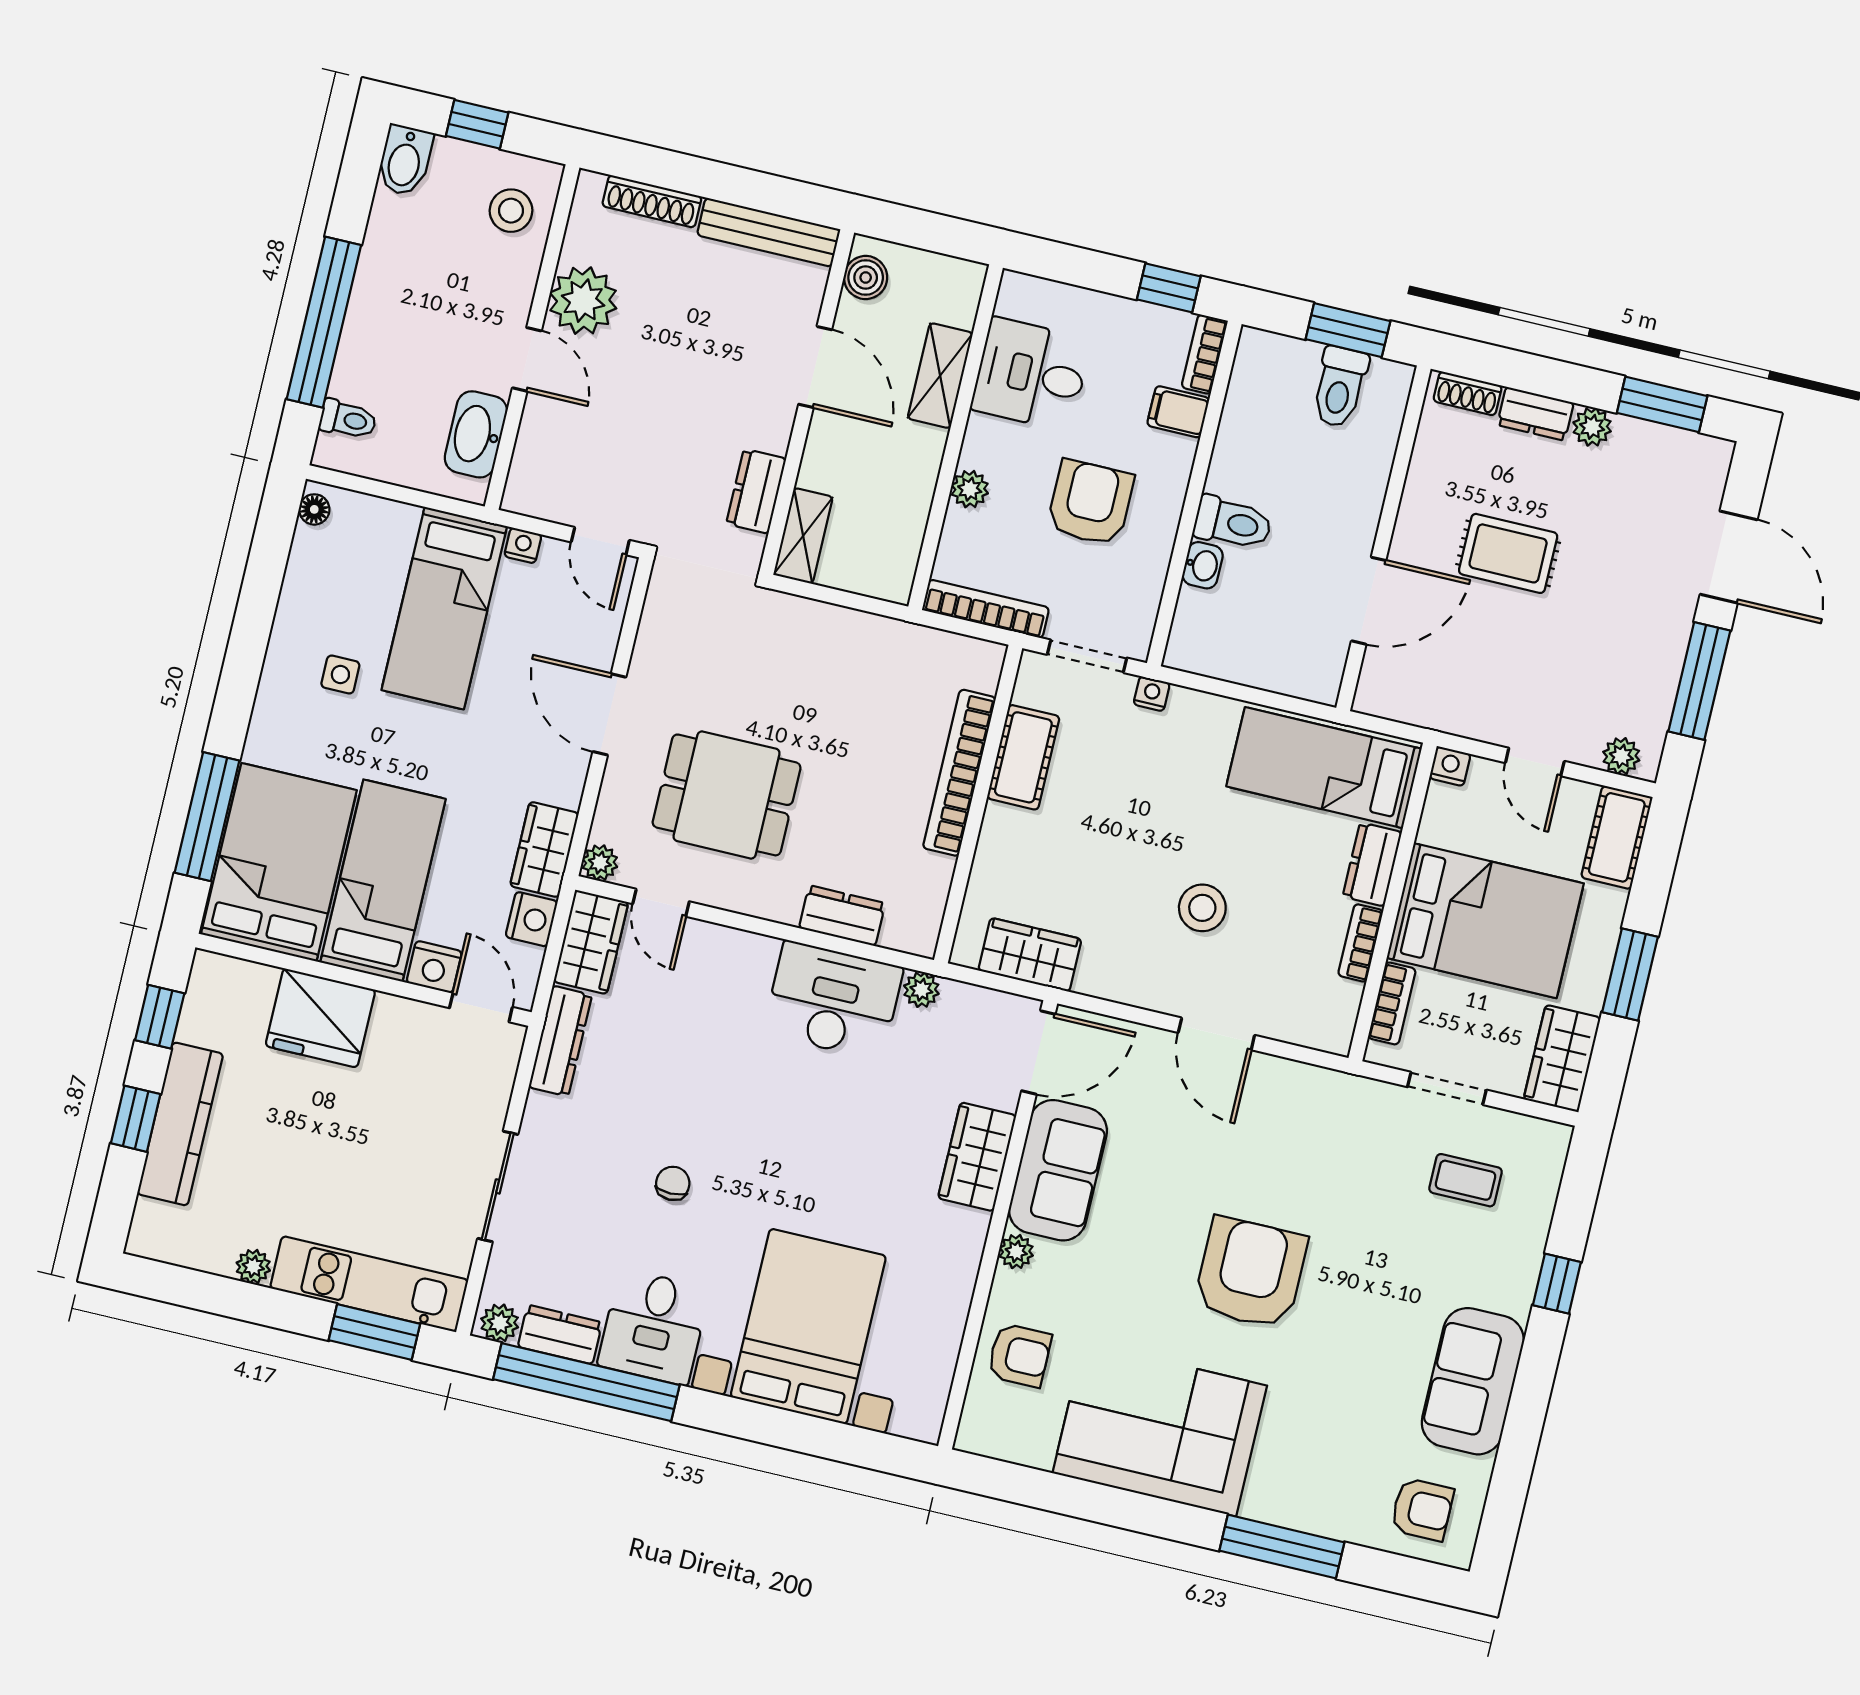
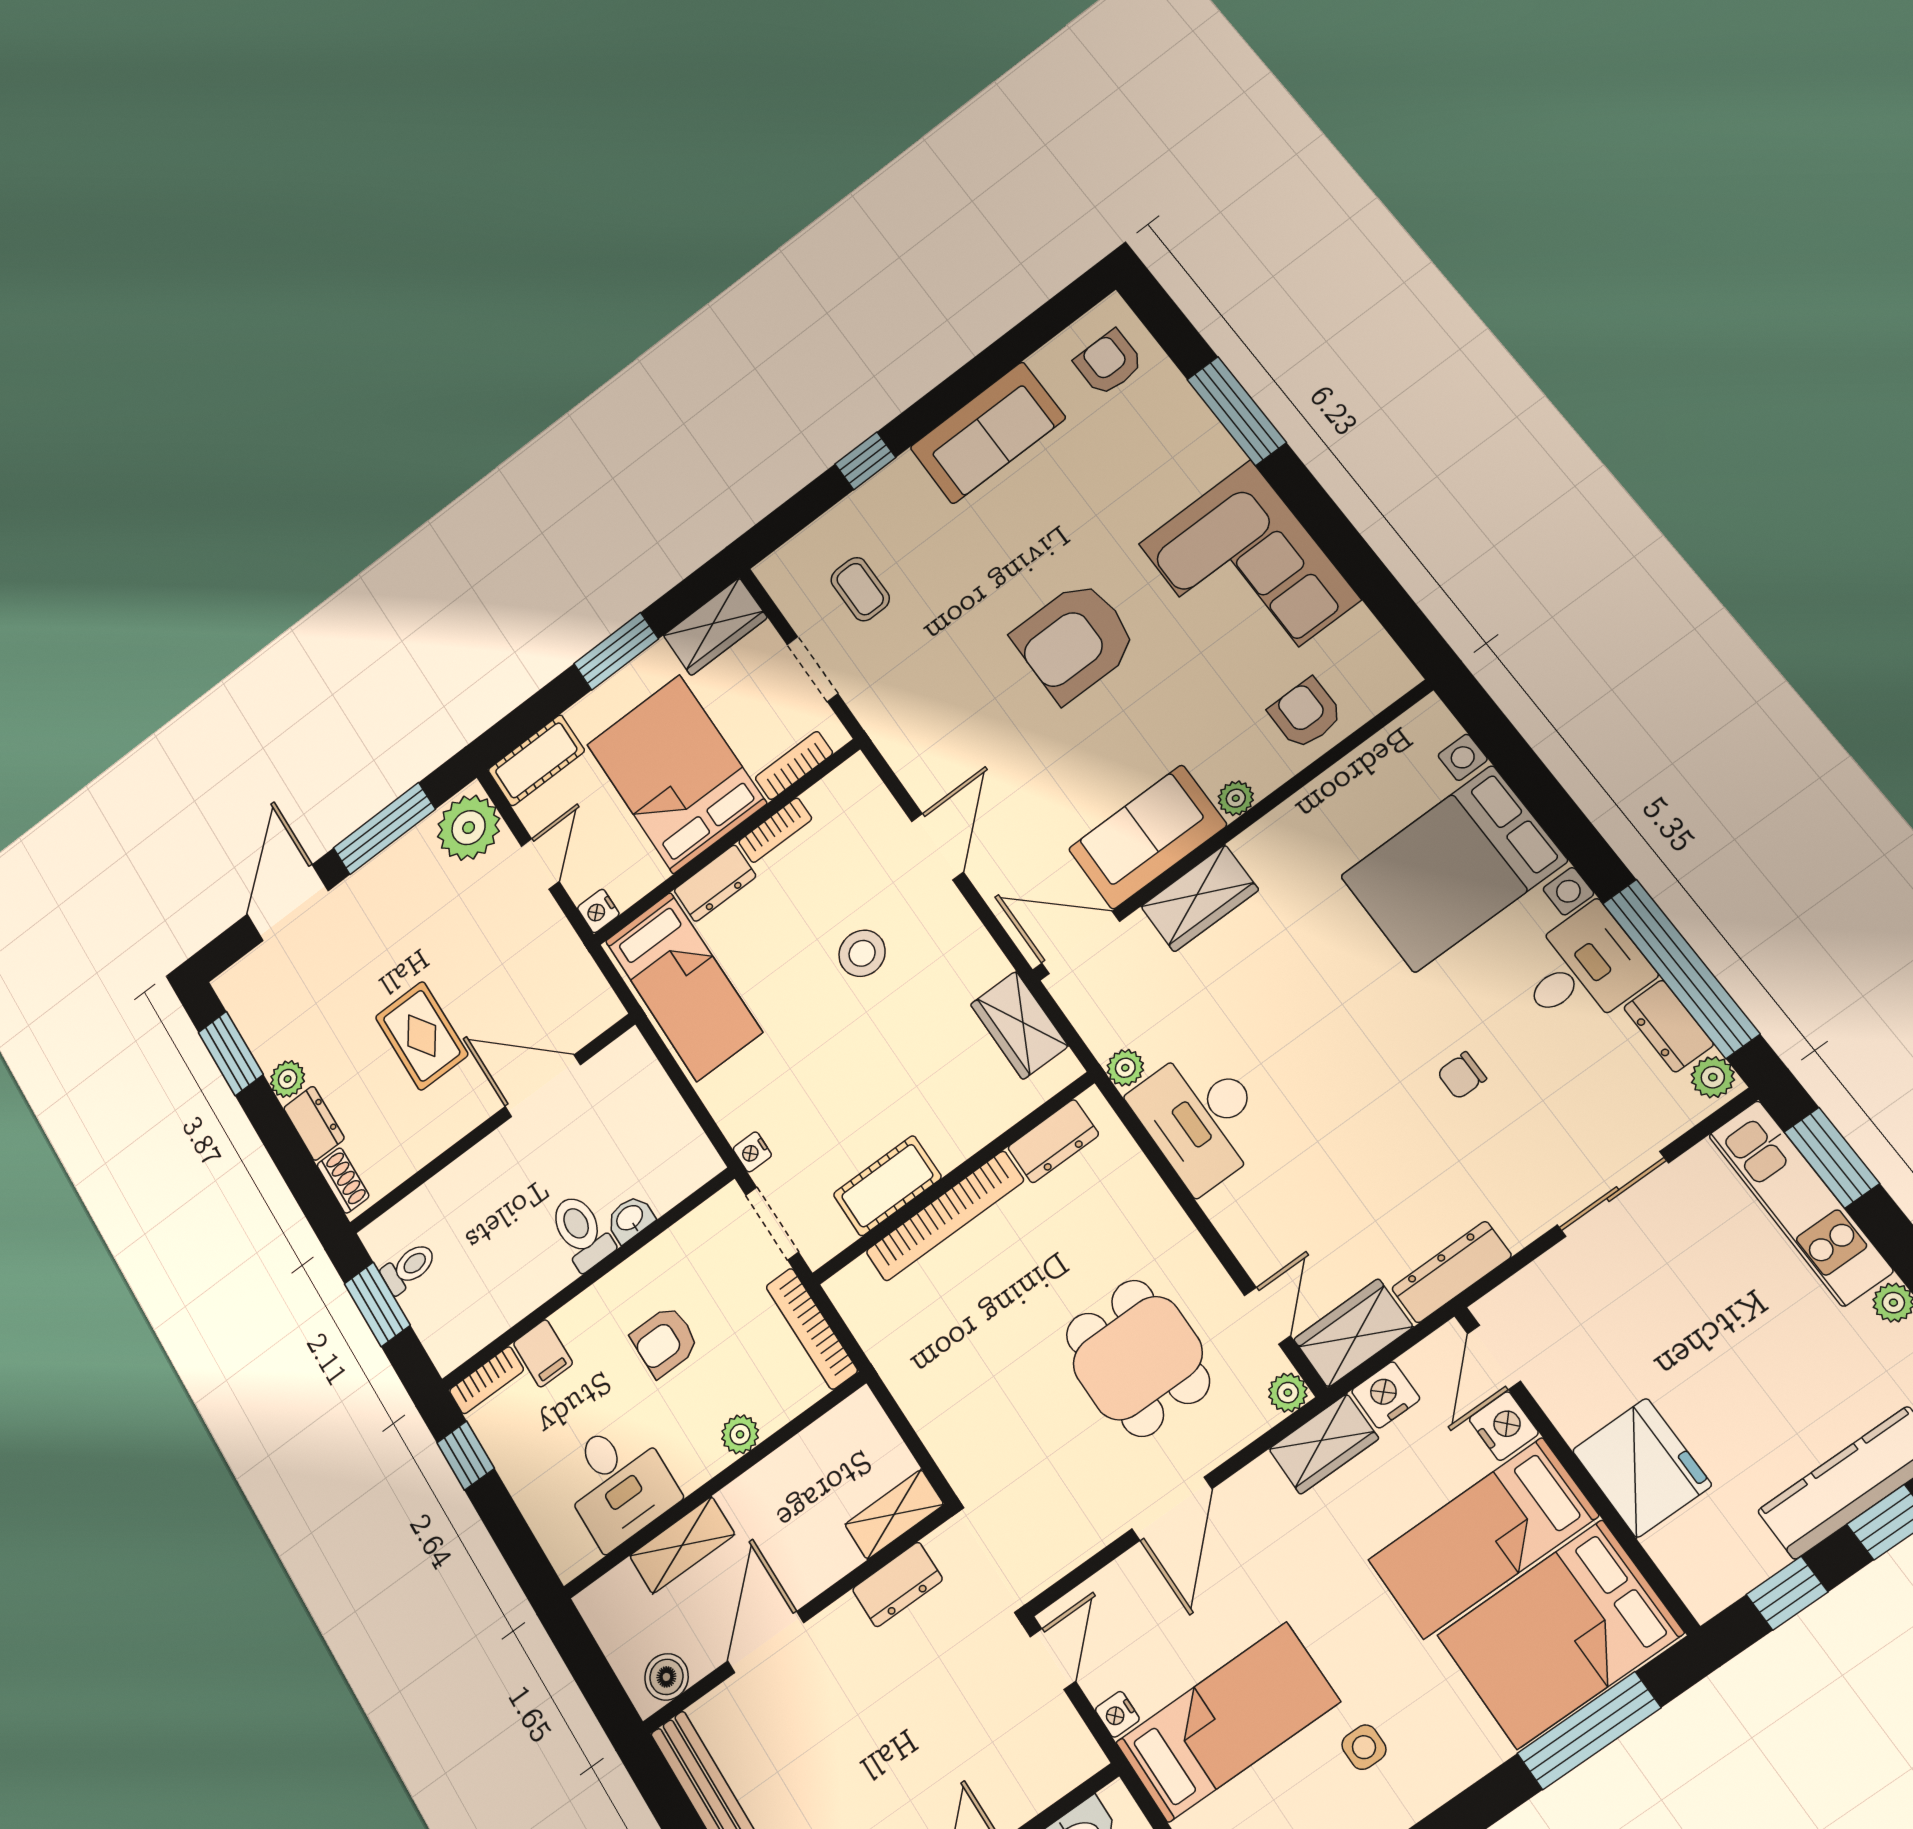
toilet: (1340, 387) -> (409, 1268), width x0.73, depth x0.72
armchair: (1090, 503) -> (665, 1341), width x0.72, depth x0.72
plant: (1621, 756) -> (469, 828), width x1.88, depth x1.88
dresser: (842, 916) -> (1053, 1141), moved, turned -90

